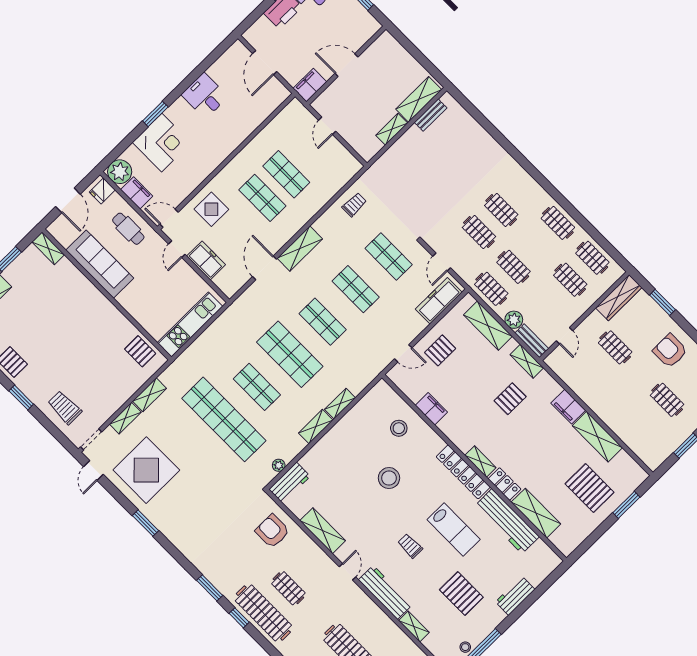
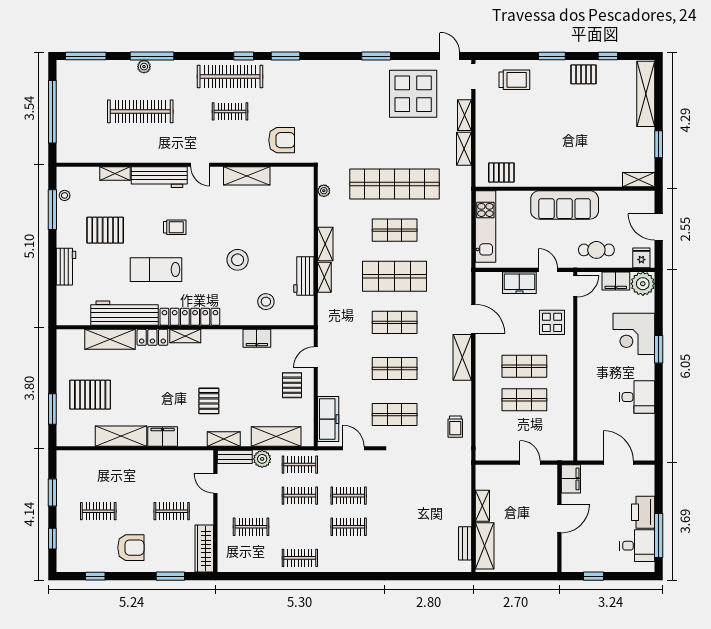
clothes rail: (592, 258) -> (251, 558), removed
sofa: (100, 264) -> (565, 205), moved
workbench: (290, 483) -> (304, 276), moved

